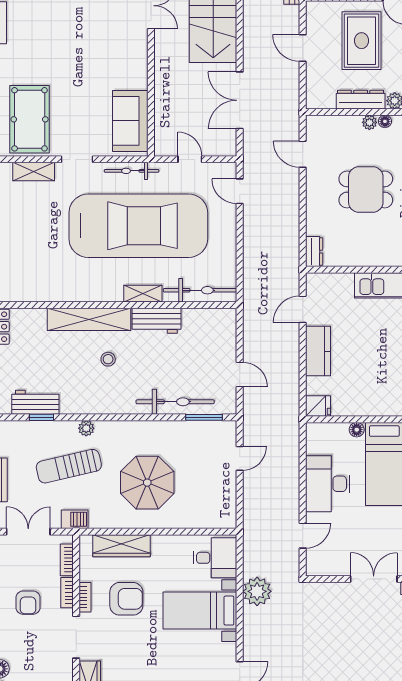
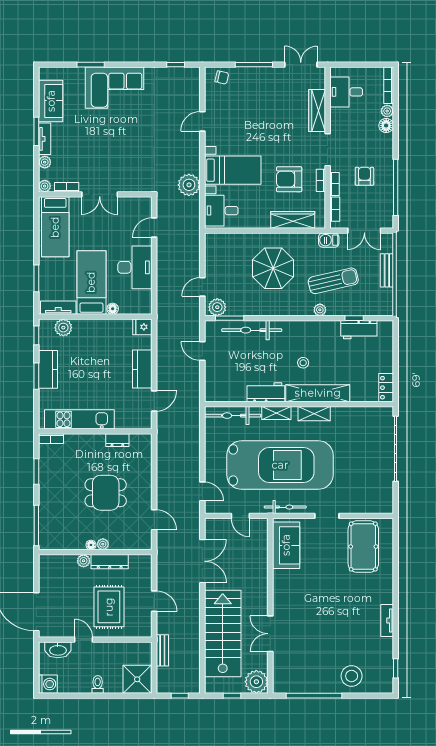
shelving: (34, 172) -> (314, 414), moved
car: (138, 226) -> (280, 465), turned 180
dresser: (314, 252) -> (117, 440), moved, turned -90
plant: (220, 432) -> (217, 307), added

